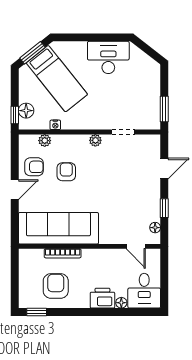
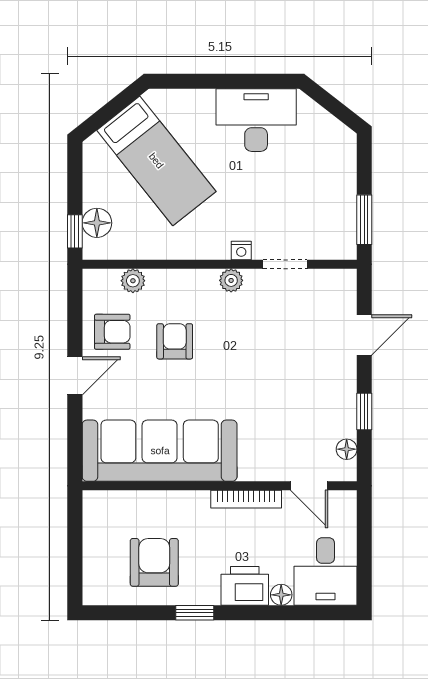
window: (33, 53) -> (109, 111), removed
nightstand: (55, 125) -> (241, 250), moved
bookcase: (63, 253) -> (246, 499), moved
window: (37, 312) -> (195, 613), moved

